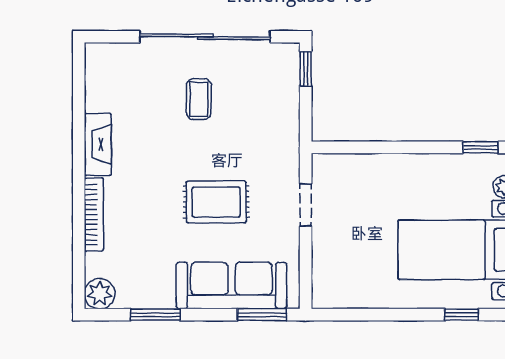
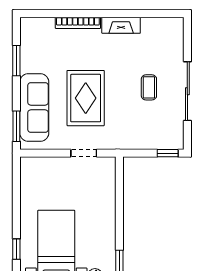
sliding door: (205, 37) -> (187, 91), width x0.73
coffee table: (199, 99) -> (149, 87), turned 90
rug: (216, 202) -> (86, 98), width x1.36, depth x1.43
plant: (100, 294) -> (29, 26), removed

